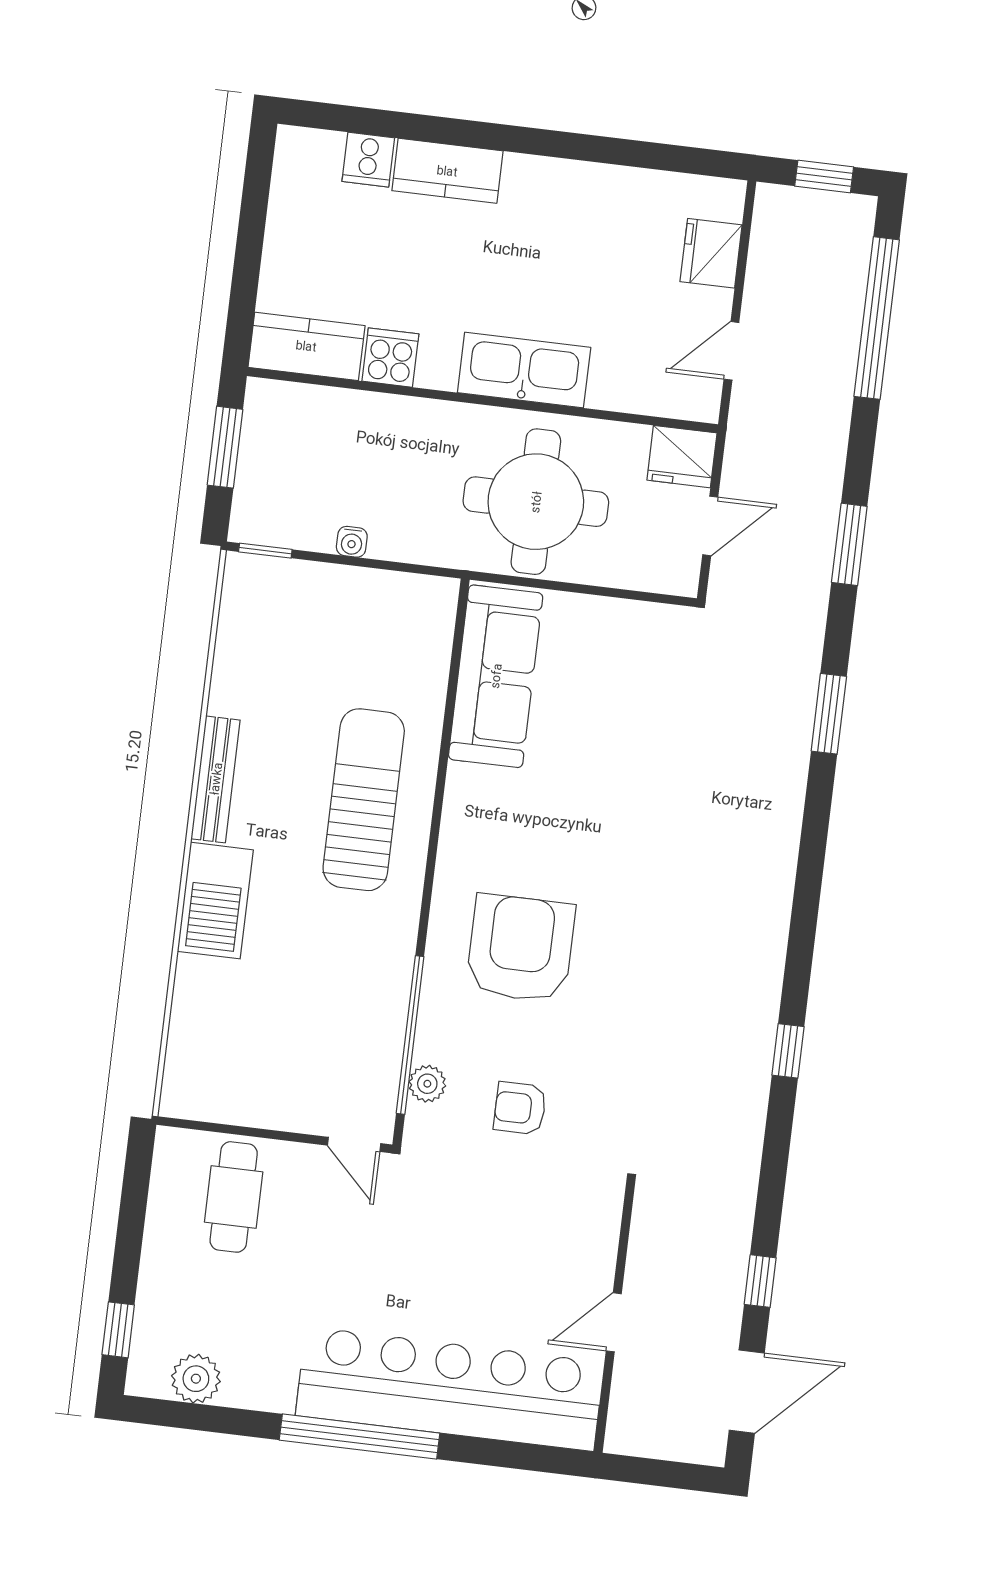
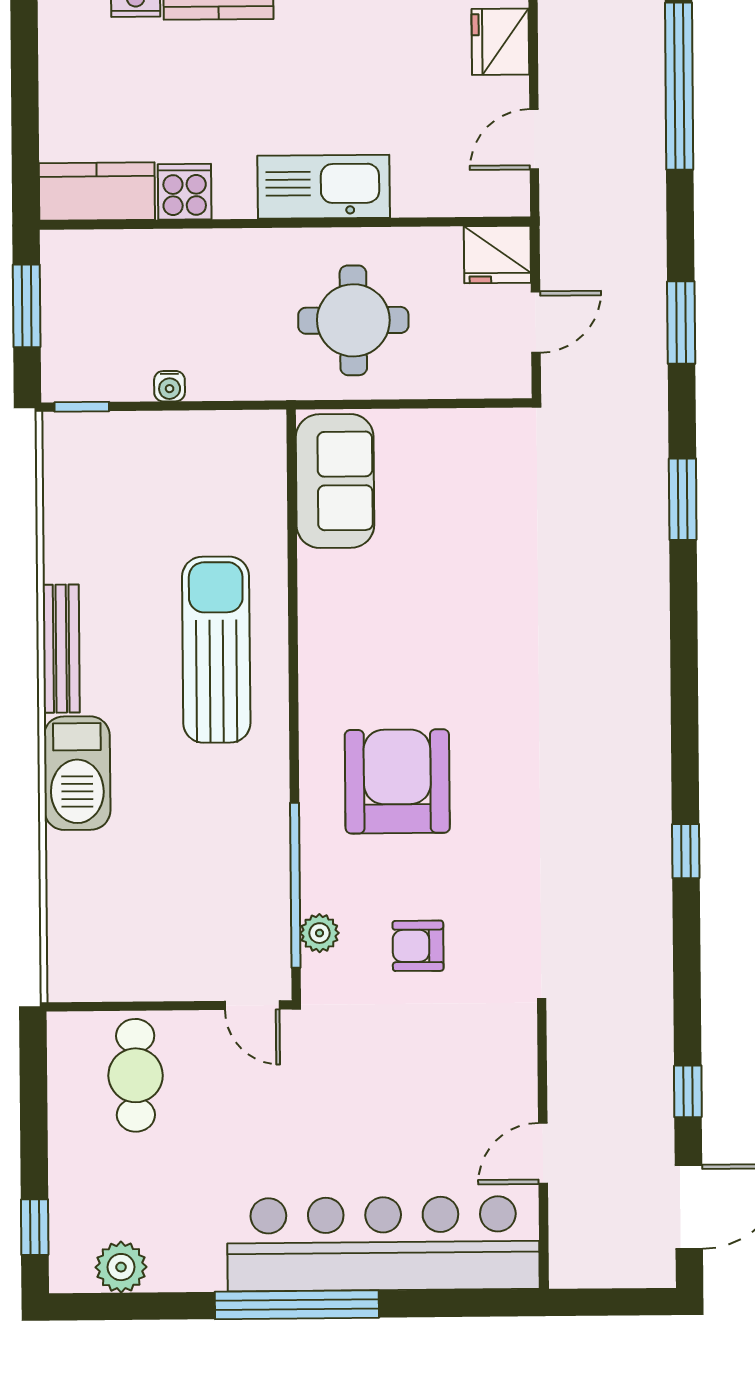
round table: (536, 502) -> (353, 320), width x0.73, depth x0.73
sofa: (496, 676) -> (335, 481), width x0.73

